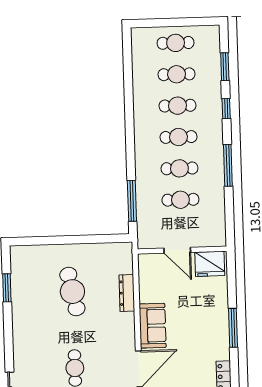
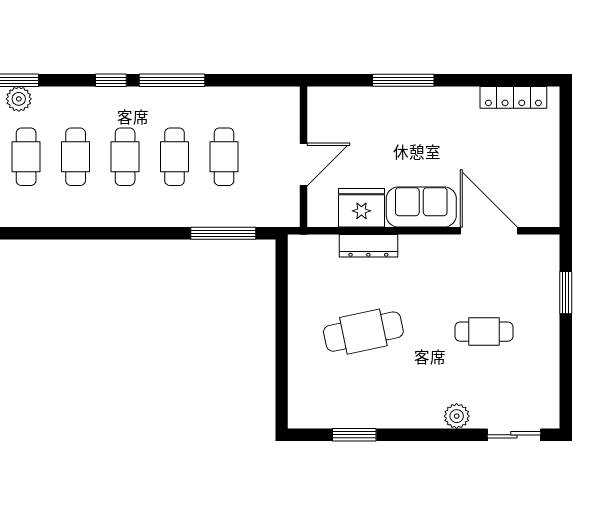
plant: (213, 68) -> (19, 99), added
window: (226, 109) -> (111, 80), moved
fridge: (210, 264) -> (361, 208), moved, turned -90
window: (233, 328) -> (403, 80), moved
plant: (21, 352) -> (457, 416), added

